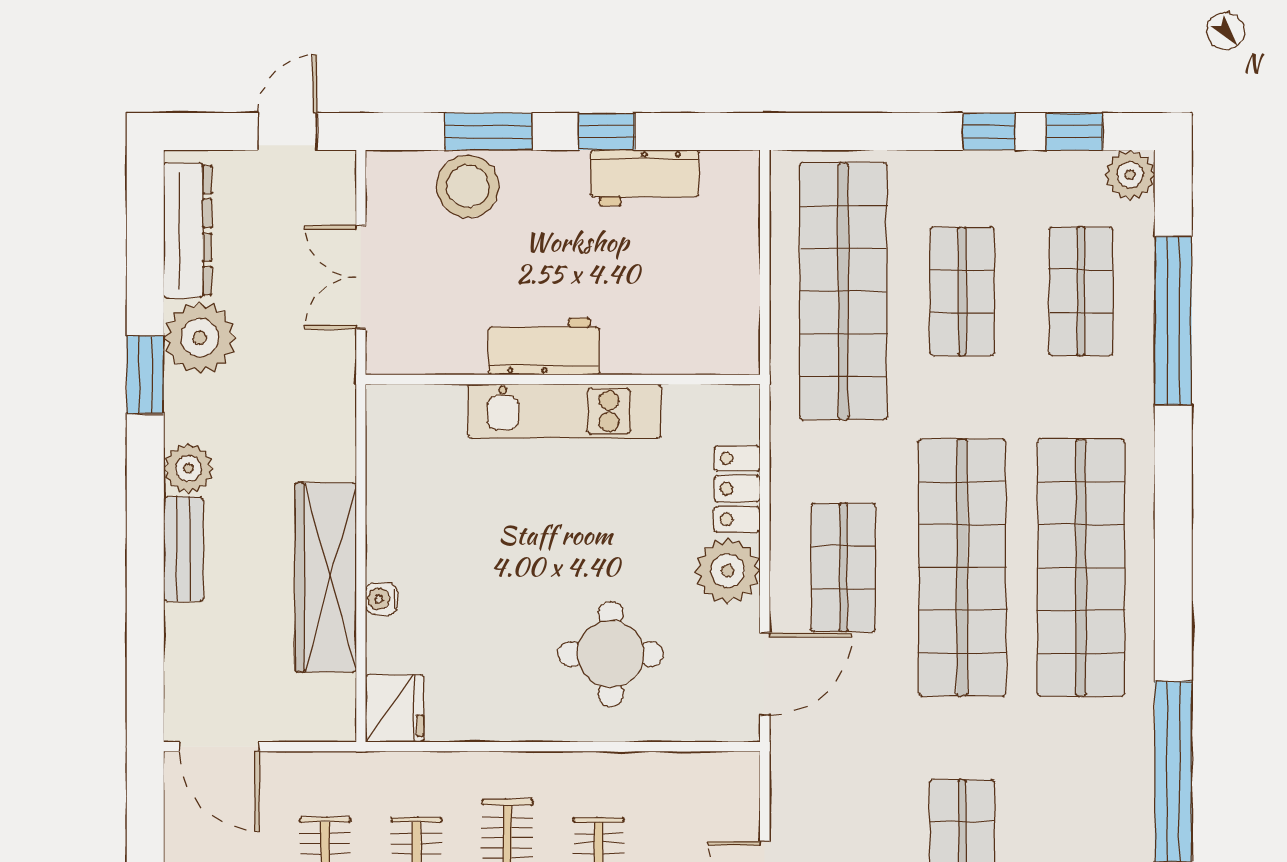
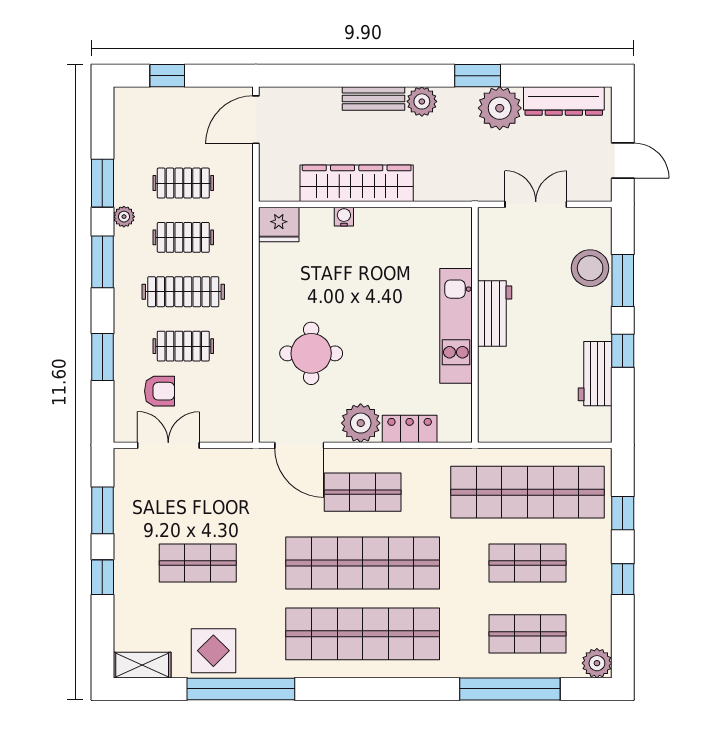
window: (1074, 132) -> (623, 513), moved
display table: (1109, 818) -> (213, 651), added

